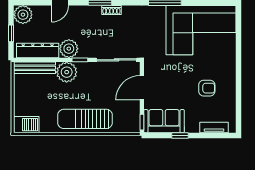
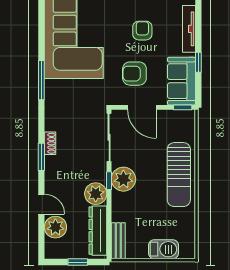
plant: (23, 15) -> (55, 227), moved
bench: (35, 68) -> (118, 241), width x0.73
plant: (67, 72) -> (123, 179), moved
armchair: (170, 81) -> (134, 74), added
barbecue: (26, 125) -> (163, 249), moved, turned 90
tv unit: (214, 127) -> (189, 29), width x1.41

